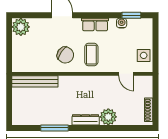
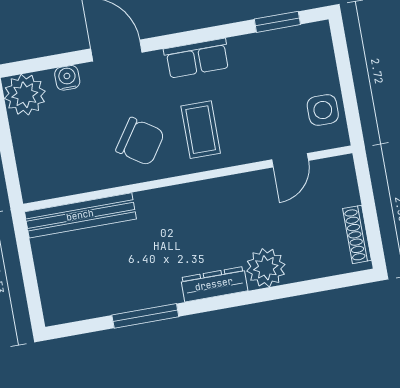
water cooler: (122, 23) -> (67, 78), moved
door: (126, 74) -> (290, 160), hinge flipped

